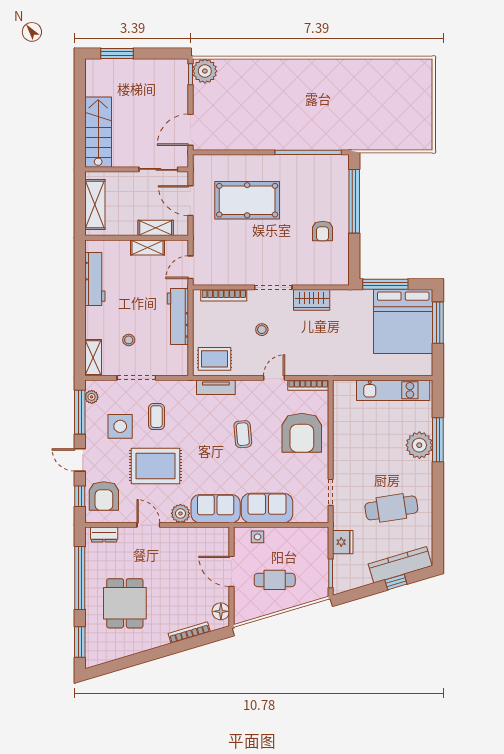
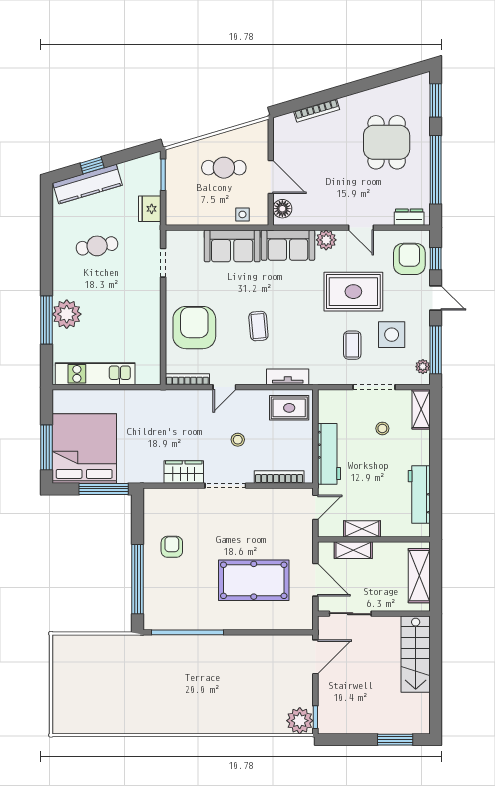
cafe table: (391, 508) -> (97, 246), width x0.73, depth x0.74
floor lamp: (221, 611) -> (282, 209), moved

